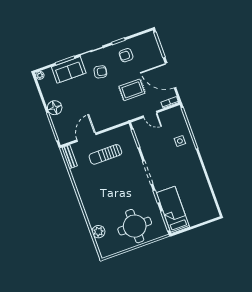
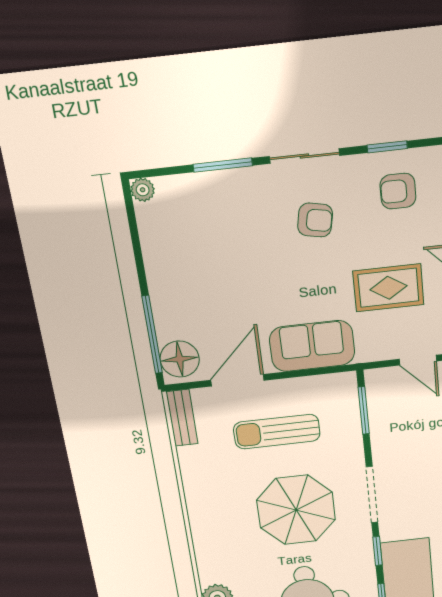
sofa: (69, 70) -> (312, 346), moved, turned 180
floor lamp: (55, 108) -> (180, 359), moved
parasol: (120, 186) -> (296, 510), added

